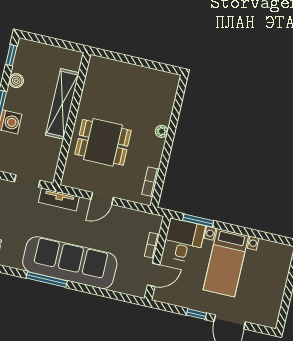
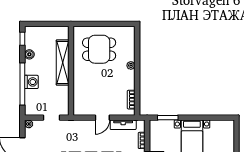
dining table: (103, 142) -> (99, 49), moved
tv unit: (59, 199) -> (123, 125), moved
desk: (184, 241) -> (161, 133), removed

